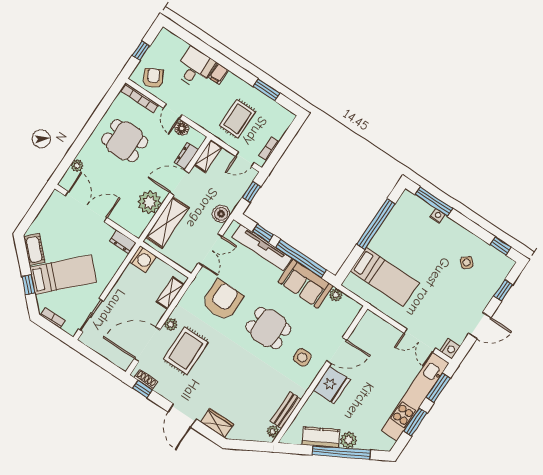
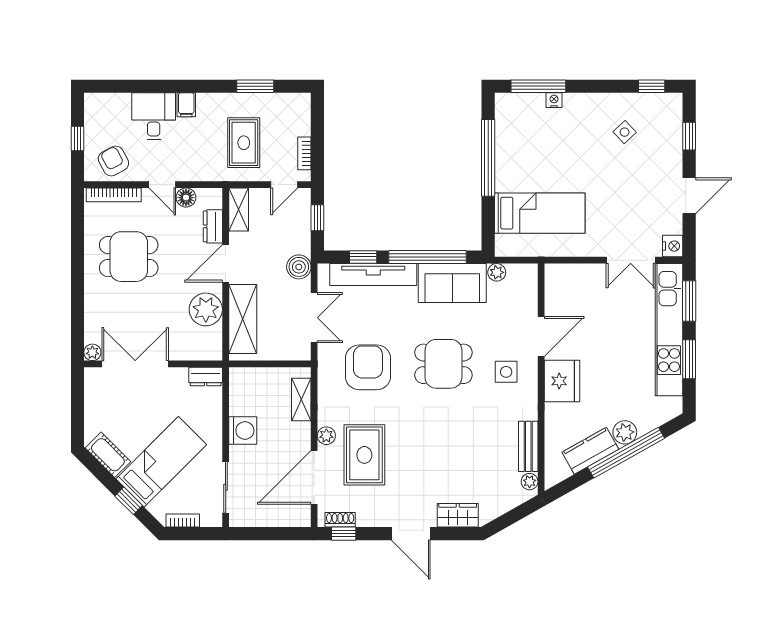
plant: (77, 166) -> (92, 352), moved
washing machine: (143, 259) -> (243, 431), moved

